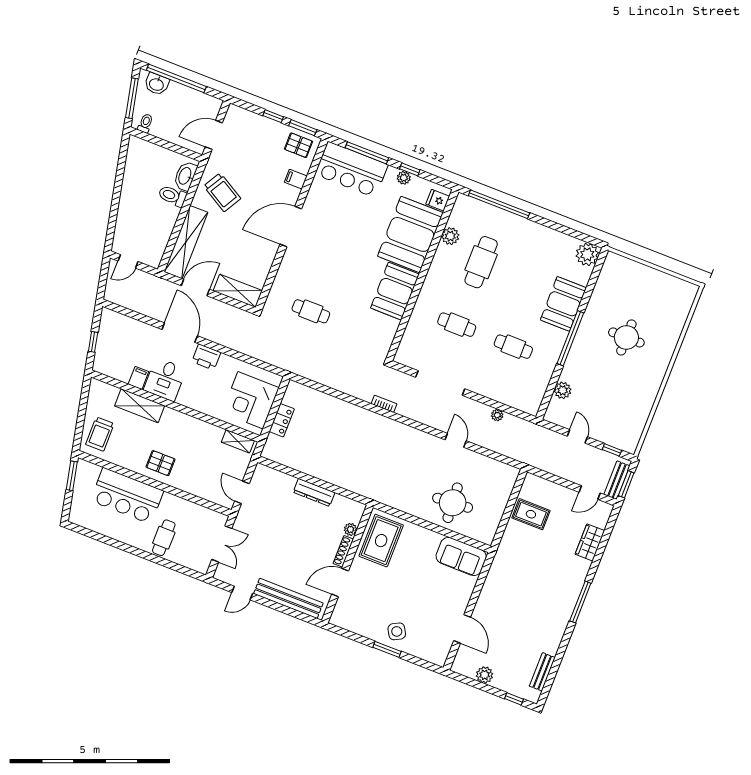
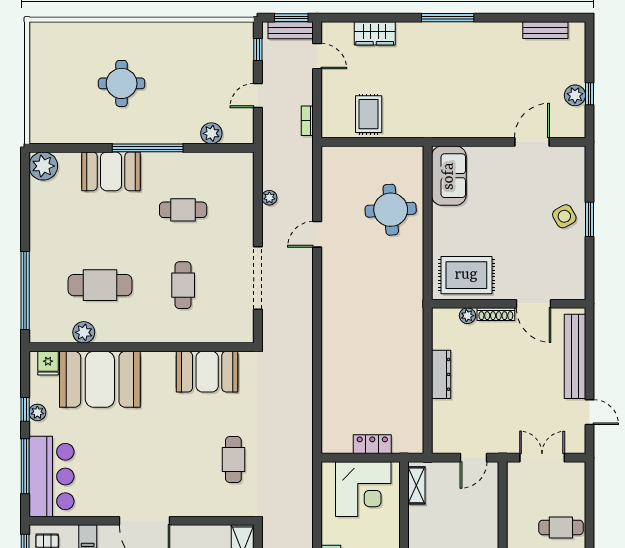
booth: (395, 291) -> (207, 372), moved
cafe table: (513, 347) -> (183, 210), turned 90
bookcase: (384, 404) -> (307, 121), moved
window: (514, 699) -> (589, 94), moved

